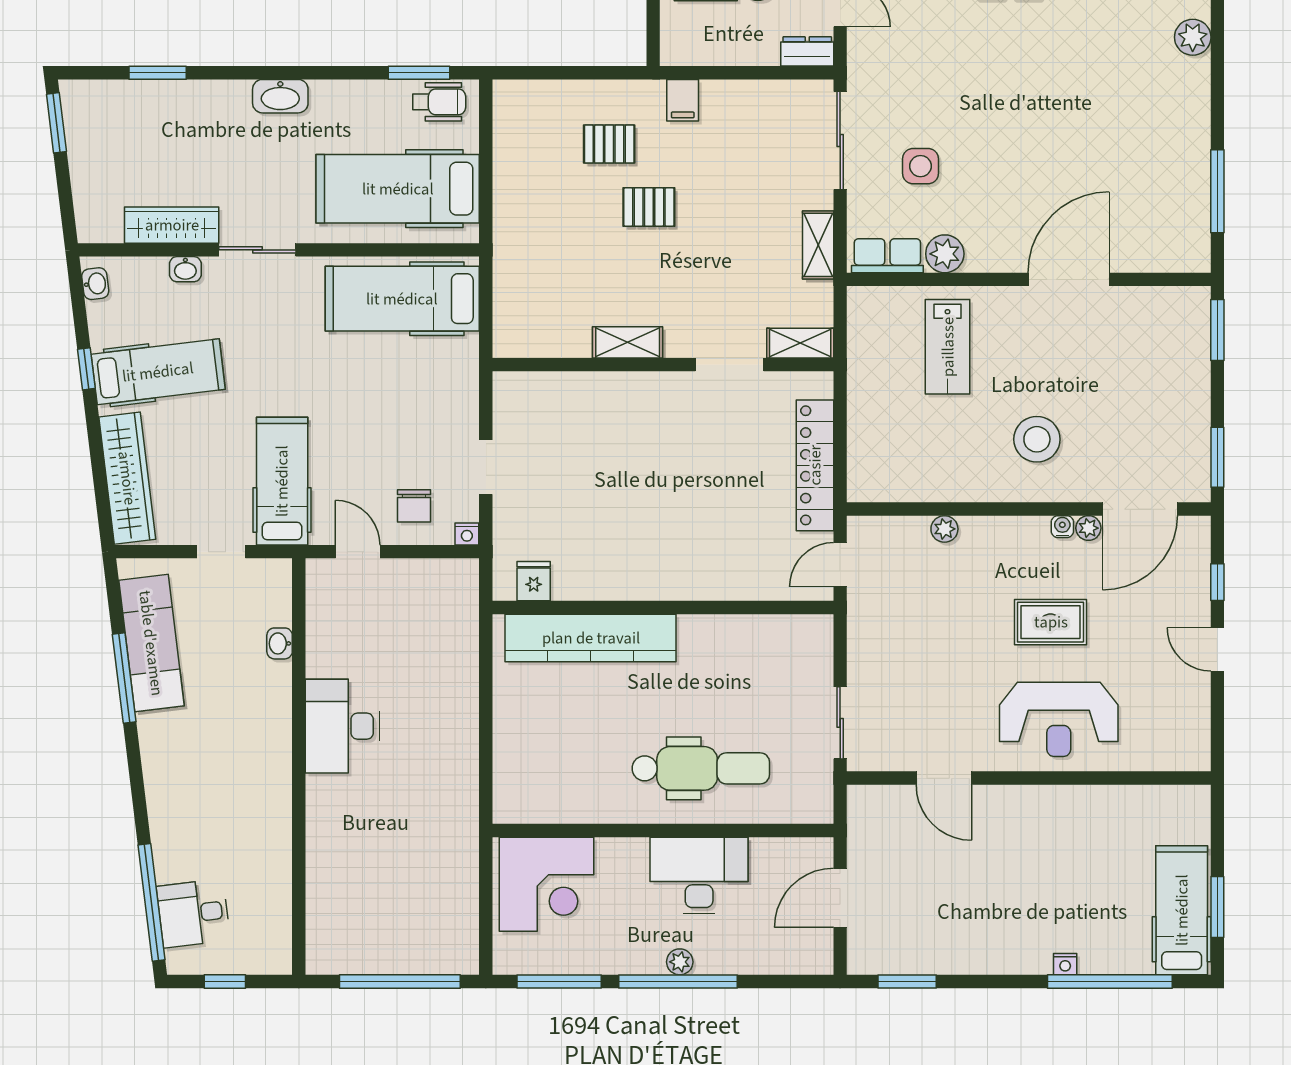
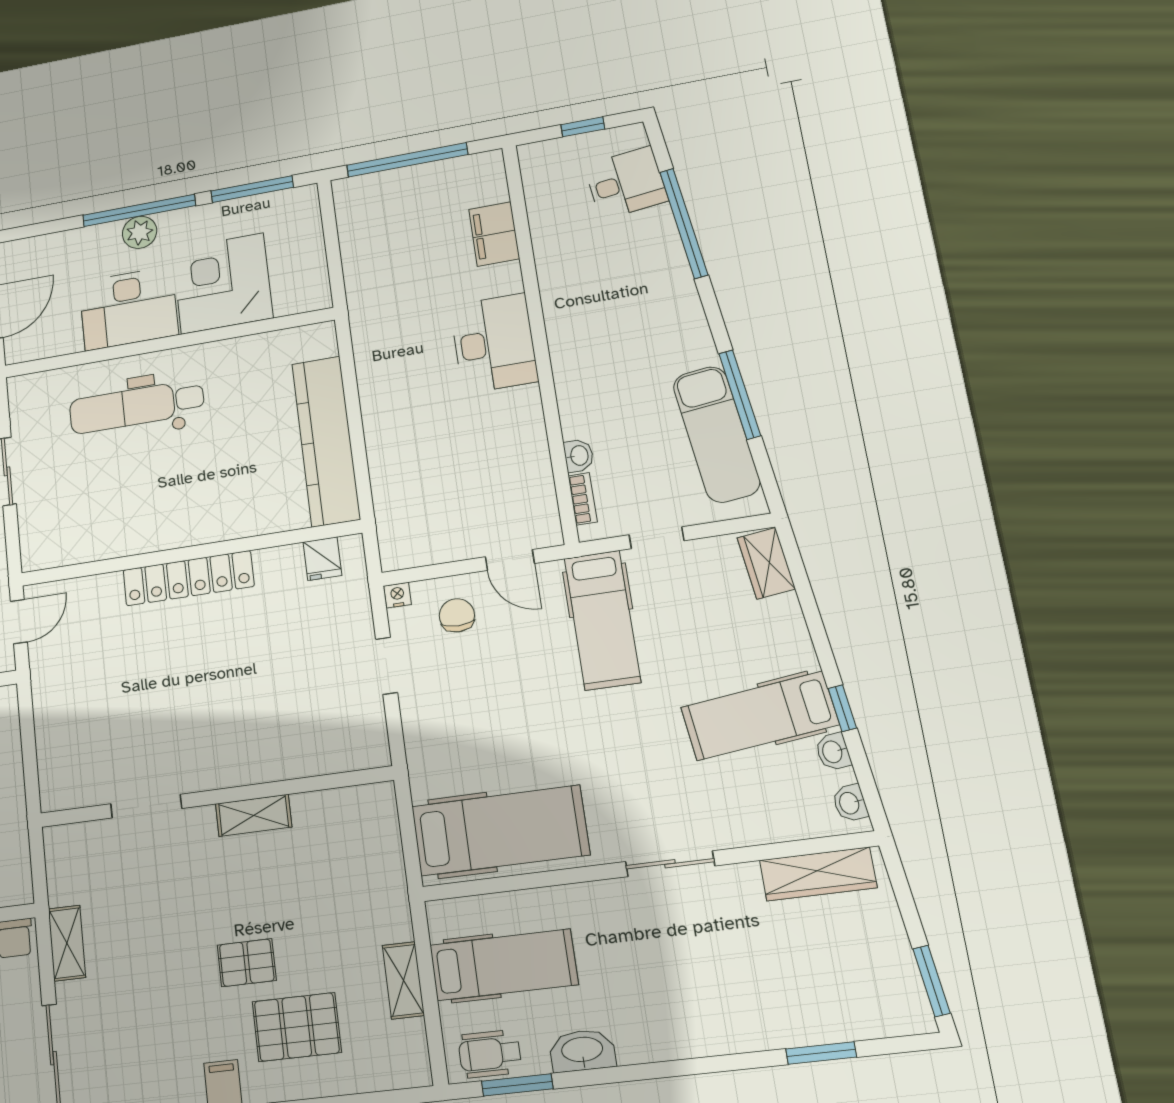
washbasin: (280, 96) -> (582, 1051), moved
pallet: (609, 144) -> (297, 1027), width x1.50, depth x1.42
hospital bed: (398, 189) -> (504, 965), width x0.73, depth x0.78
wardrobe: (172, 225) -> (818, 874), moved
washbasin: (185, 269) -> (833, 752), moved, turned -97
shelving: (800, 343) -> (403, 980), moved, turned 90
locker: (815, 465) -> (188, 578), moved, turned 90
wardrobe: (127, 478) -> (766, 563), width x0.48, depth x0.85
bookcase: (282, 600) -> (583, 499), added
kitchen counter: (591, 638) -> (326, 441), moved, turned -90
desk: (342, 726) -> (494, 343), moved
corner desk: (547, 884) -> (222, 283), moved
filing cabinet: (326, 885) -> (494, 234), added
window: (152, 902) -> (684, 223), moved
plant: (680, 962) -> (140, 232), width x1.38, depth x1.38

